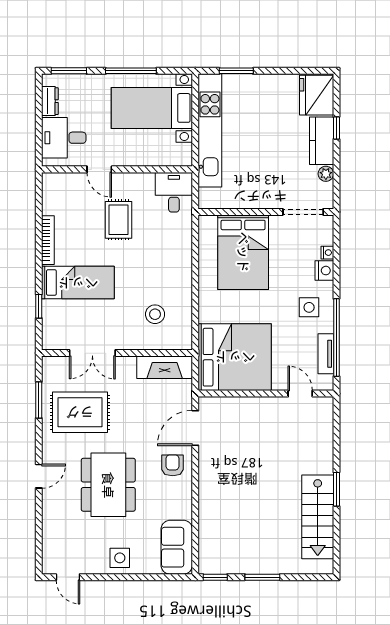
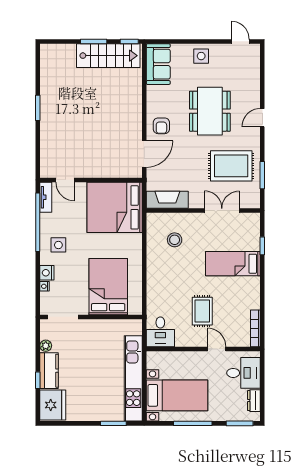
bookcase: (48, 240) -> (255, 328), moved
tv unit: (326, 354) -> (46, 197), moved
stairs: (318, 517) -> (108, 56), moved, turned 90

